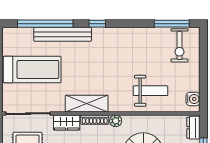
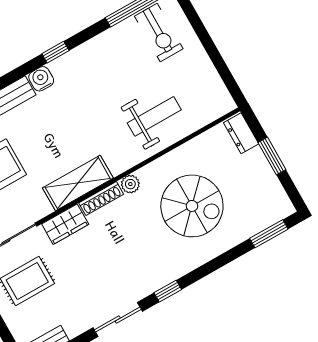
window: (97, 24) -> (55, 52), moved
water cooler: (193, 99) -> (41, 79), moved, turned -90

